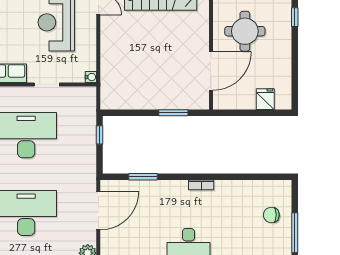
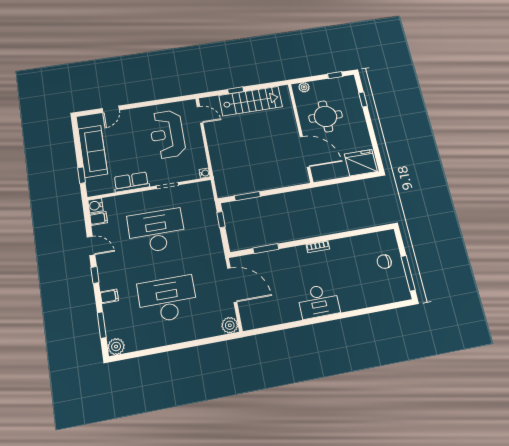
door: (211, 71) -> (305, 152), hinge flipped
fridge: (265, 99) -> (361, 163), width x1.88, depth x1.34
window: (173, 113) -> (247, 196), moved
door: (98, 210) -> (232, 285), hinge flipped

